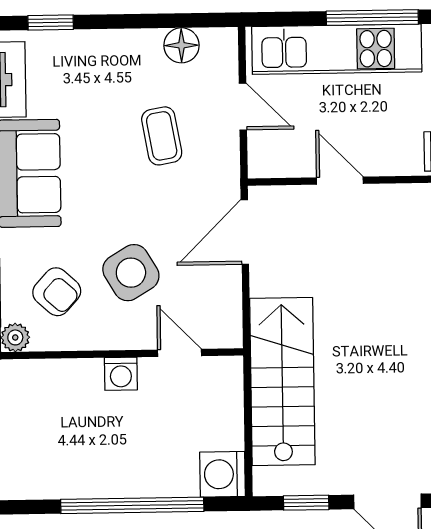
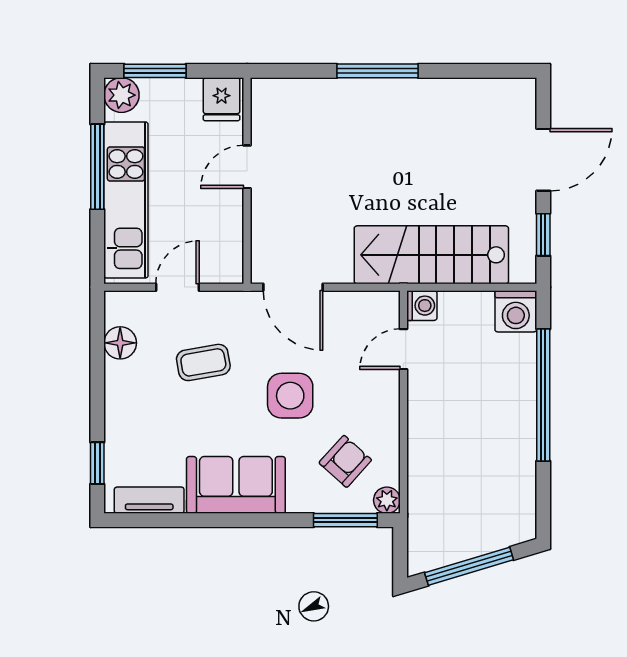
door: (340, 181) -> (247, 167), moved
side table: (131, 273) -> (290, 396), moved, turned 31
washing machine: (121, 374) -> (422, 306), moved

